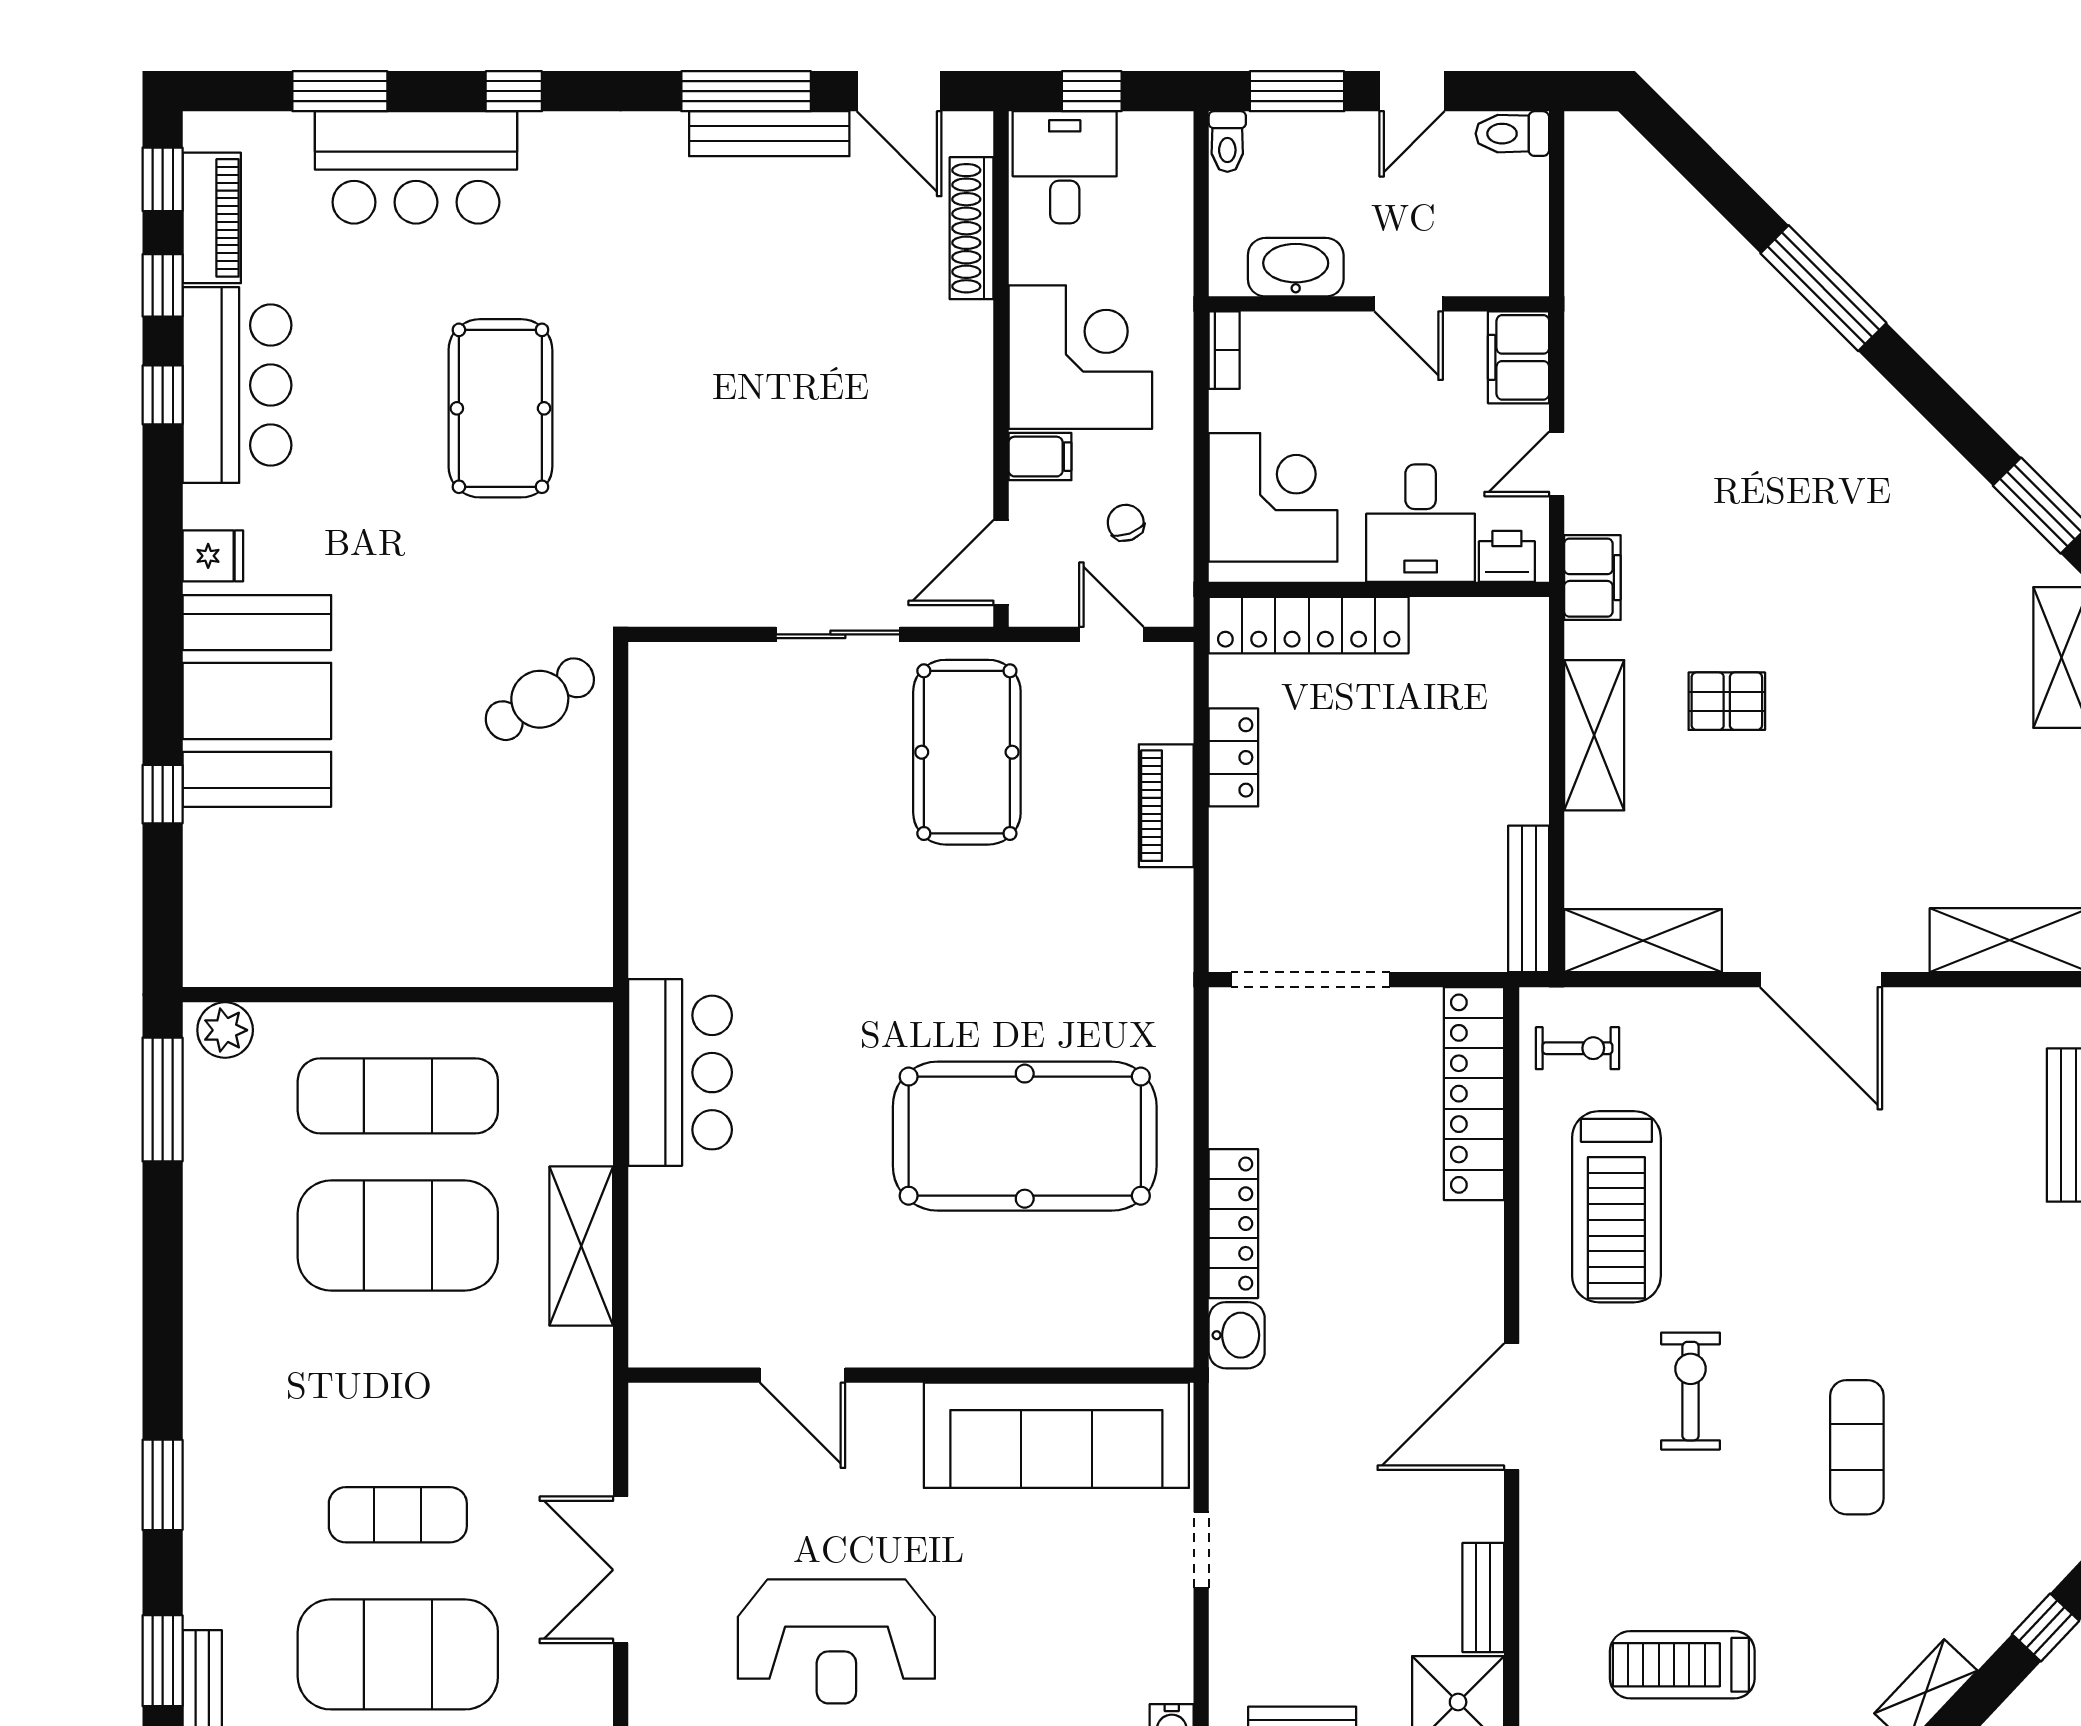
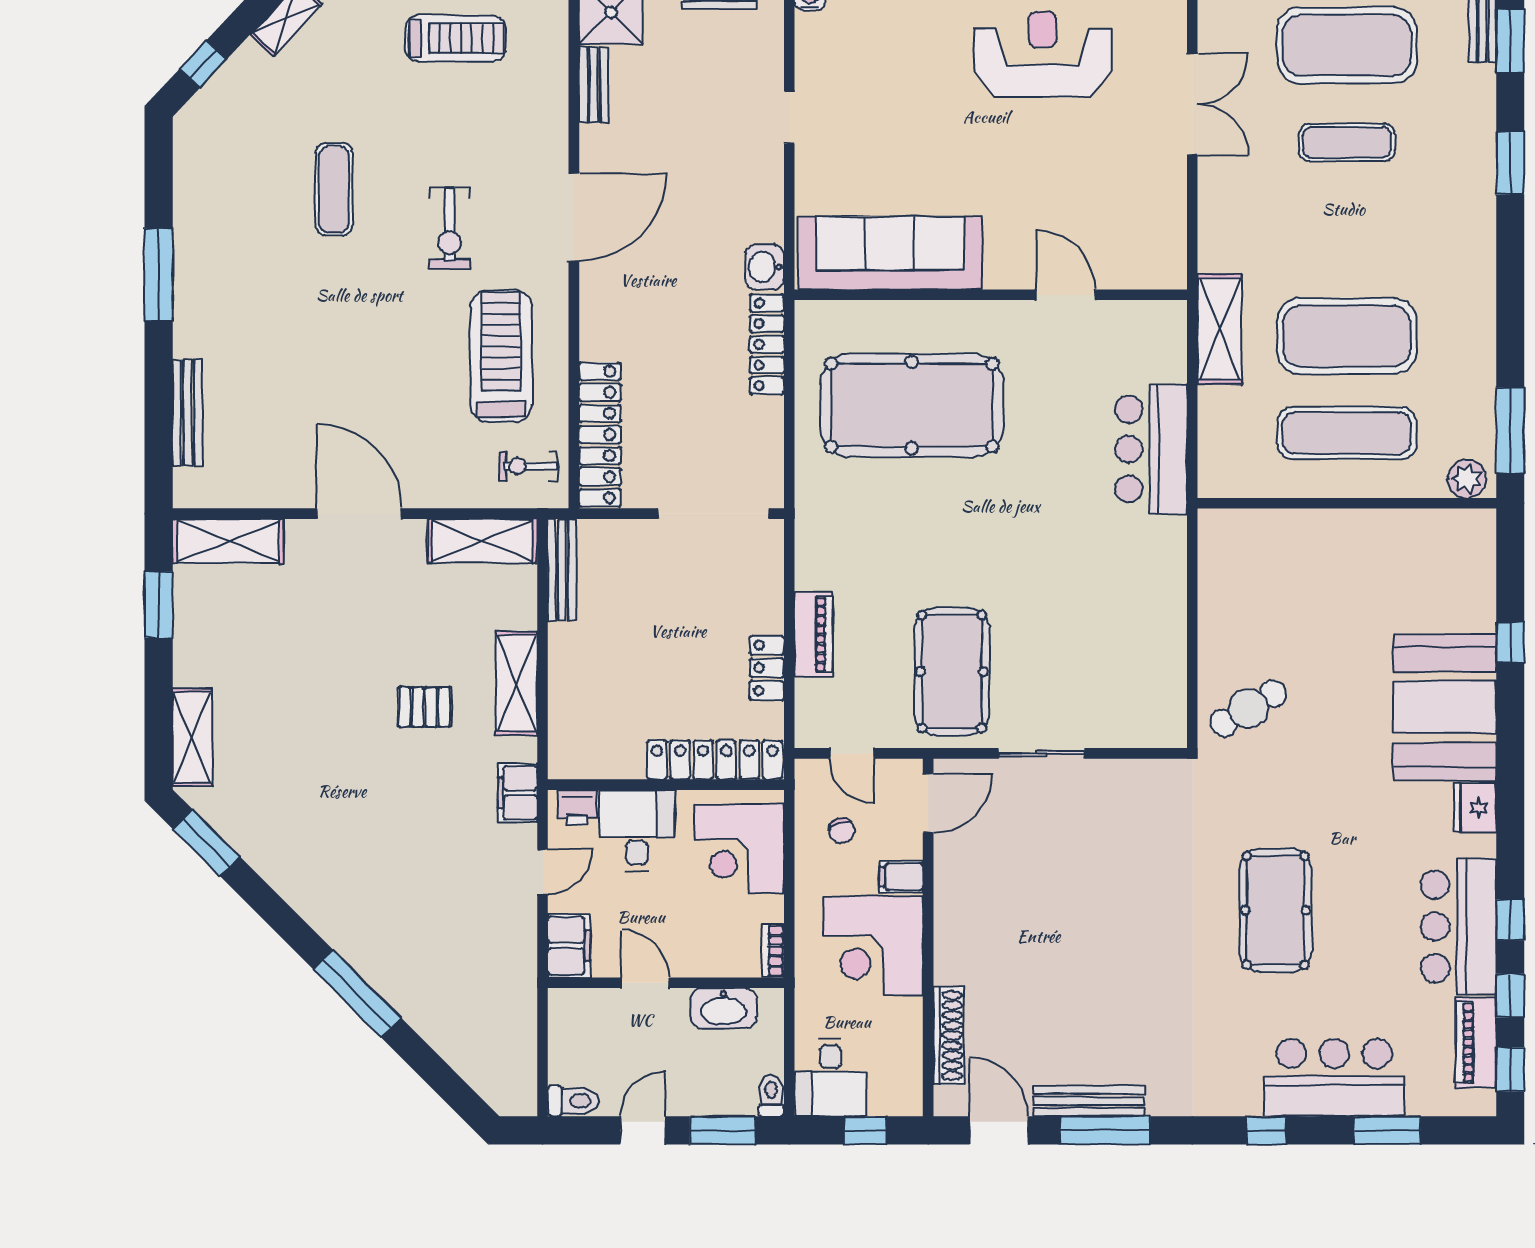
desk: (1065, 167) -> (831, 1078), moved
fridge: (213, 556) -> (1475, 808), width x1.38
door: (803, 1375) -> (1066, 295), moved
wall: (911, 1375) -> (991, 295), moved
sofa: (1056, 1435) -> (890, 253), moved

